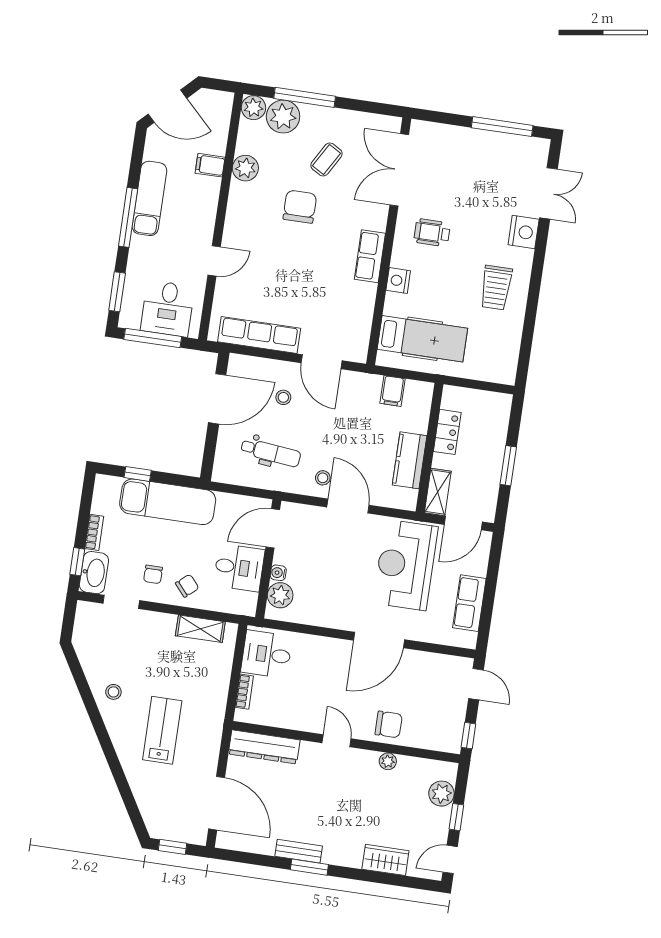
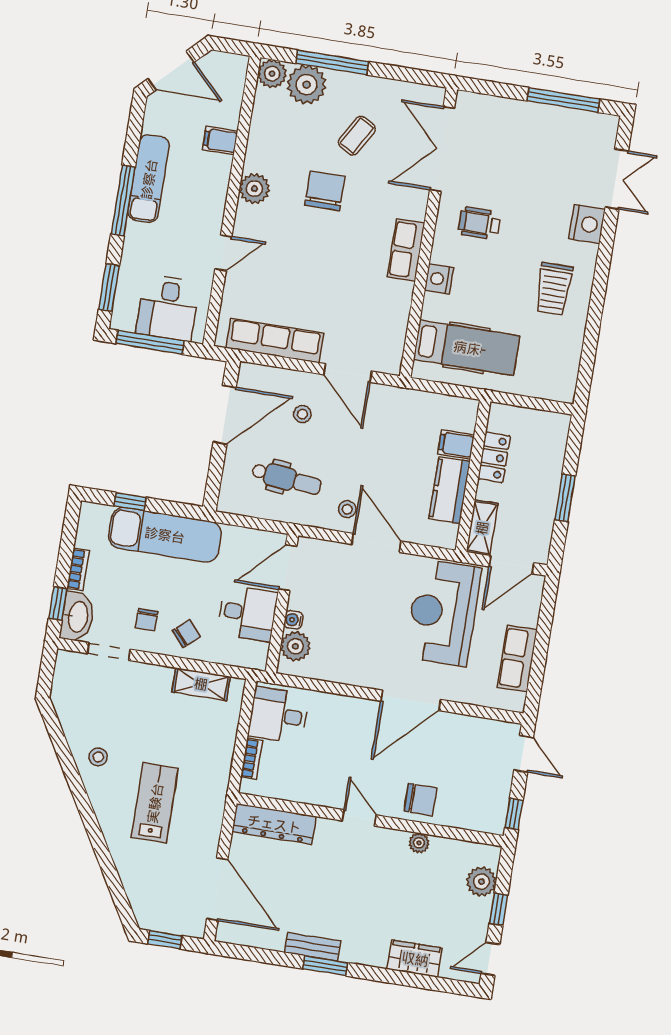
plant: (245, 168) -> (254, 189), moved
filing cabinet: (393, 391) -> (456, 444), moved, turned 90

